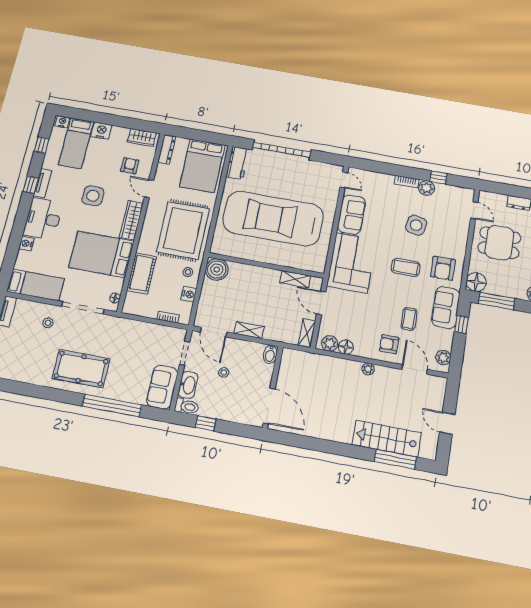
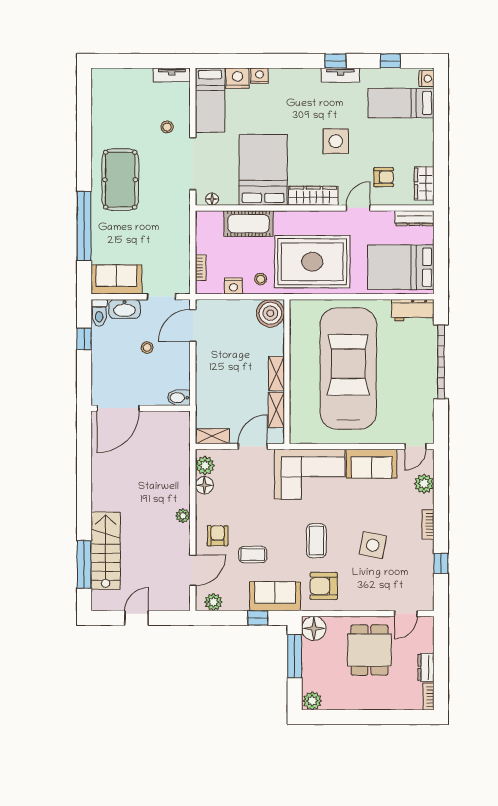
nightstand: (101, 131) -> (238, 78), moved, turned -90
plant: (427, 188) -> (424, 484), moved
desk: (43, 219) -> (295, 88), removed
shelving: (249, 330) -> (276, 374), moved

